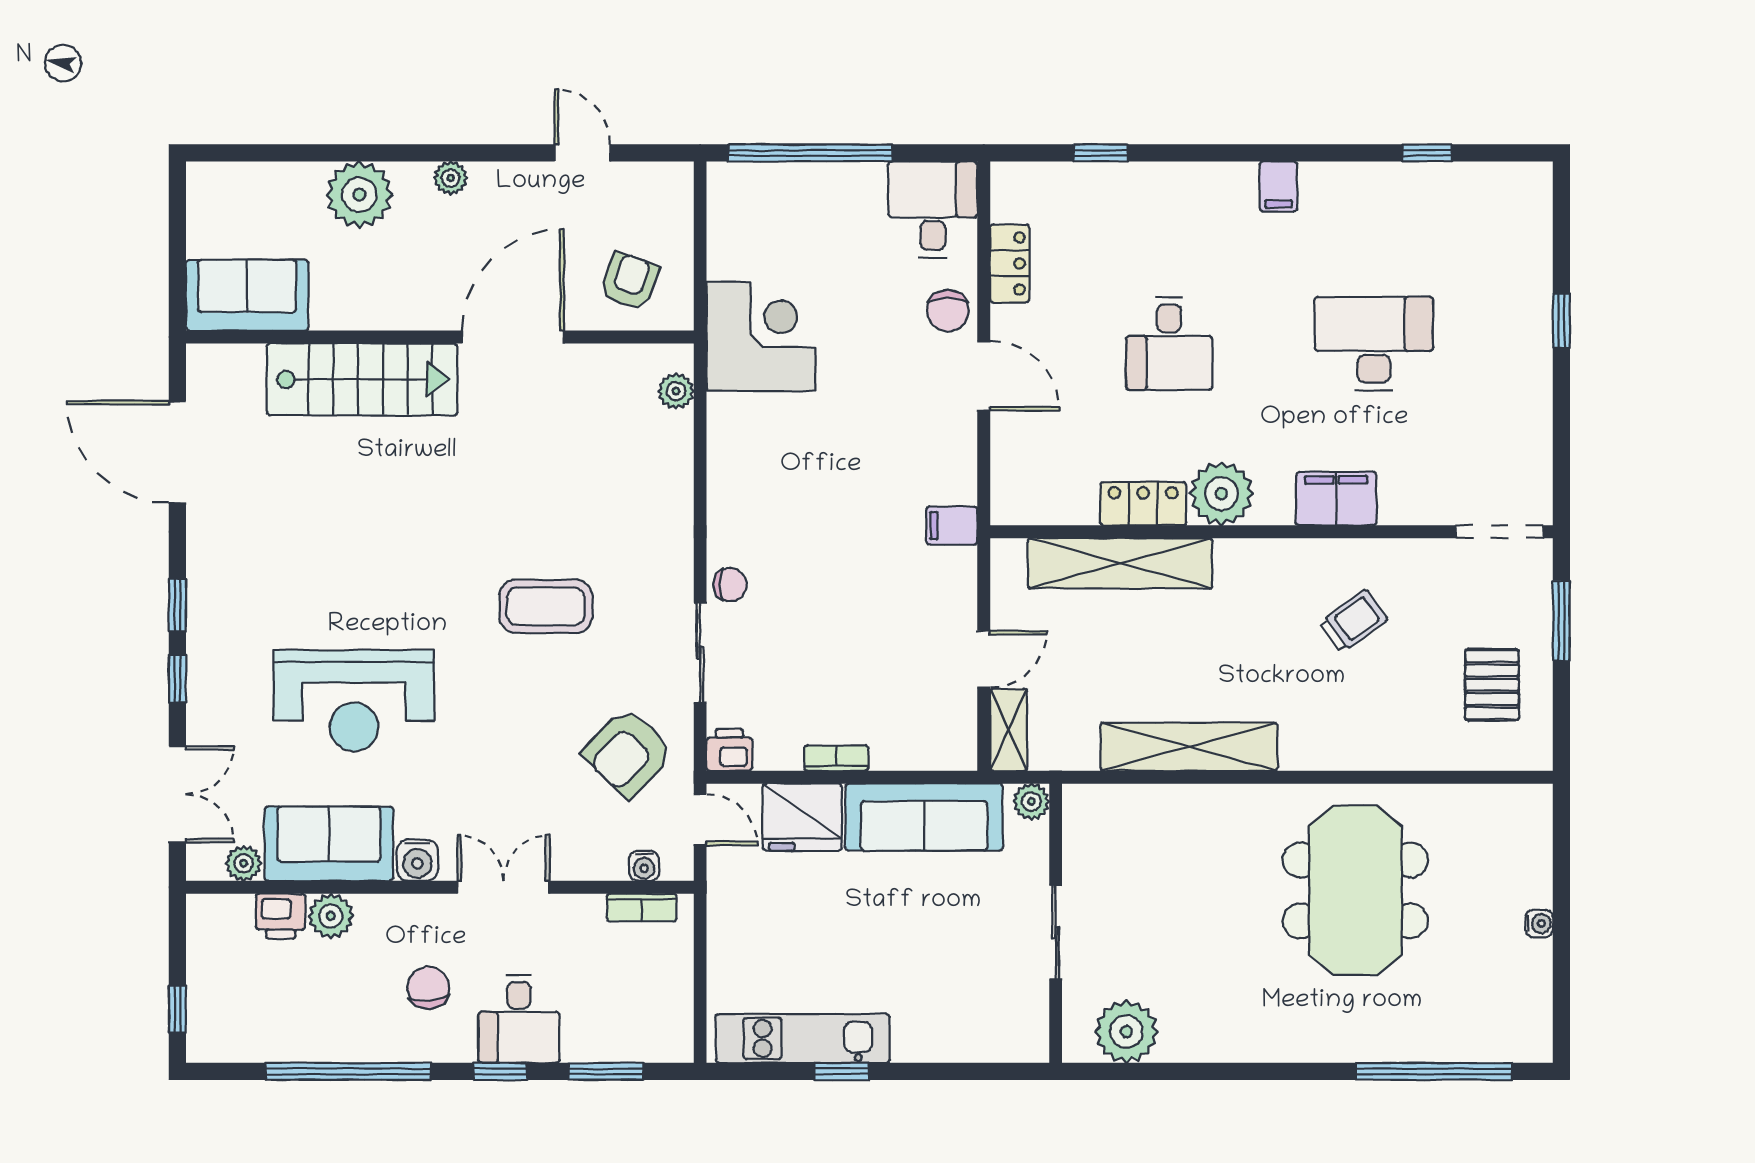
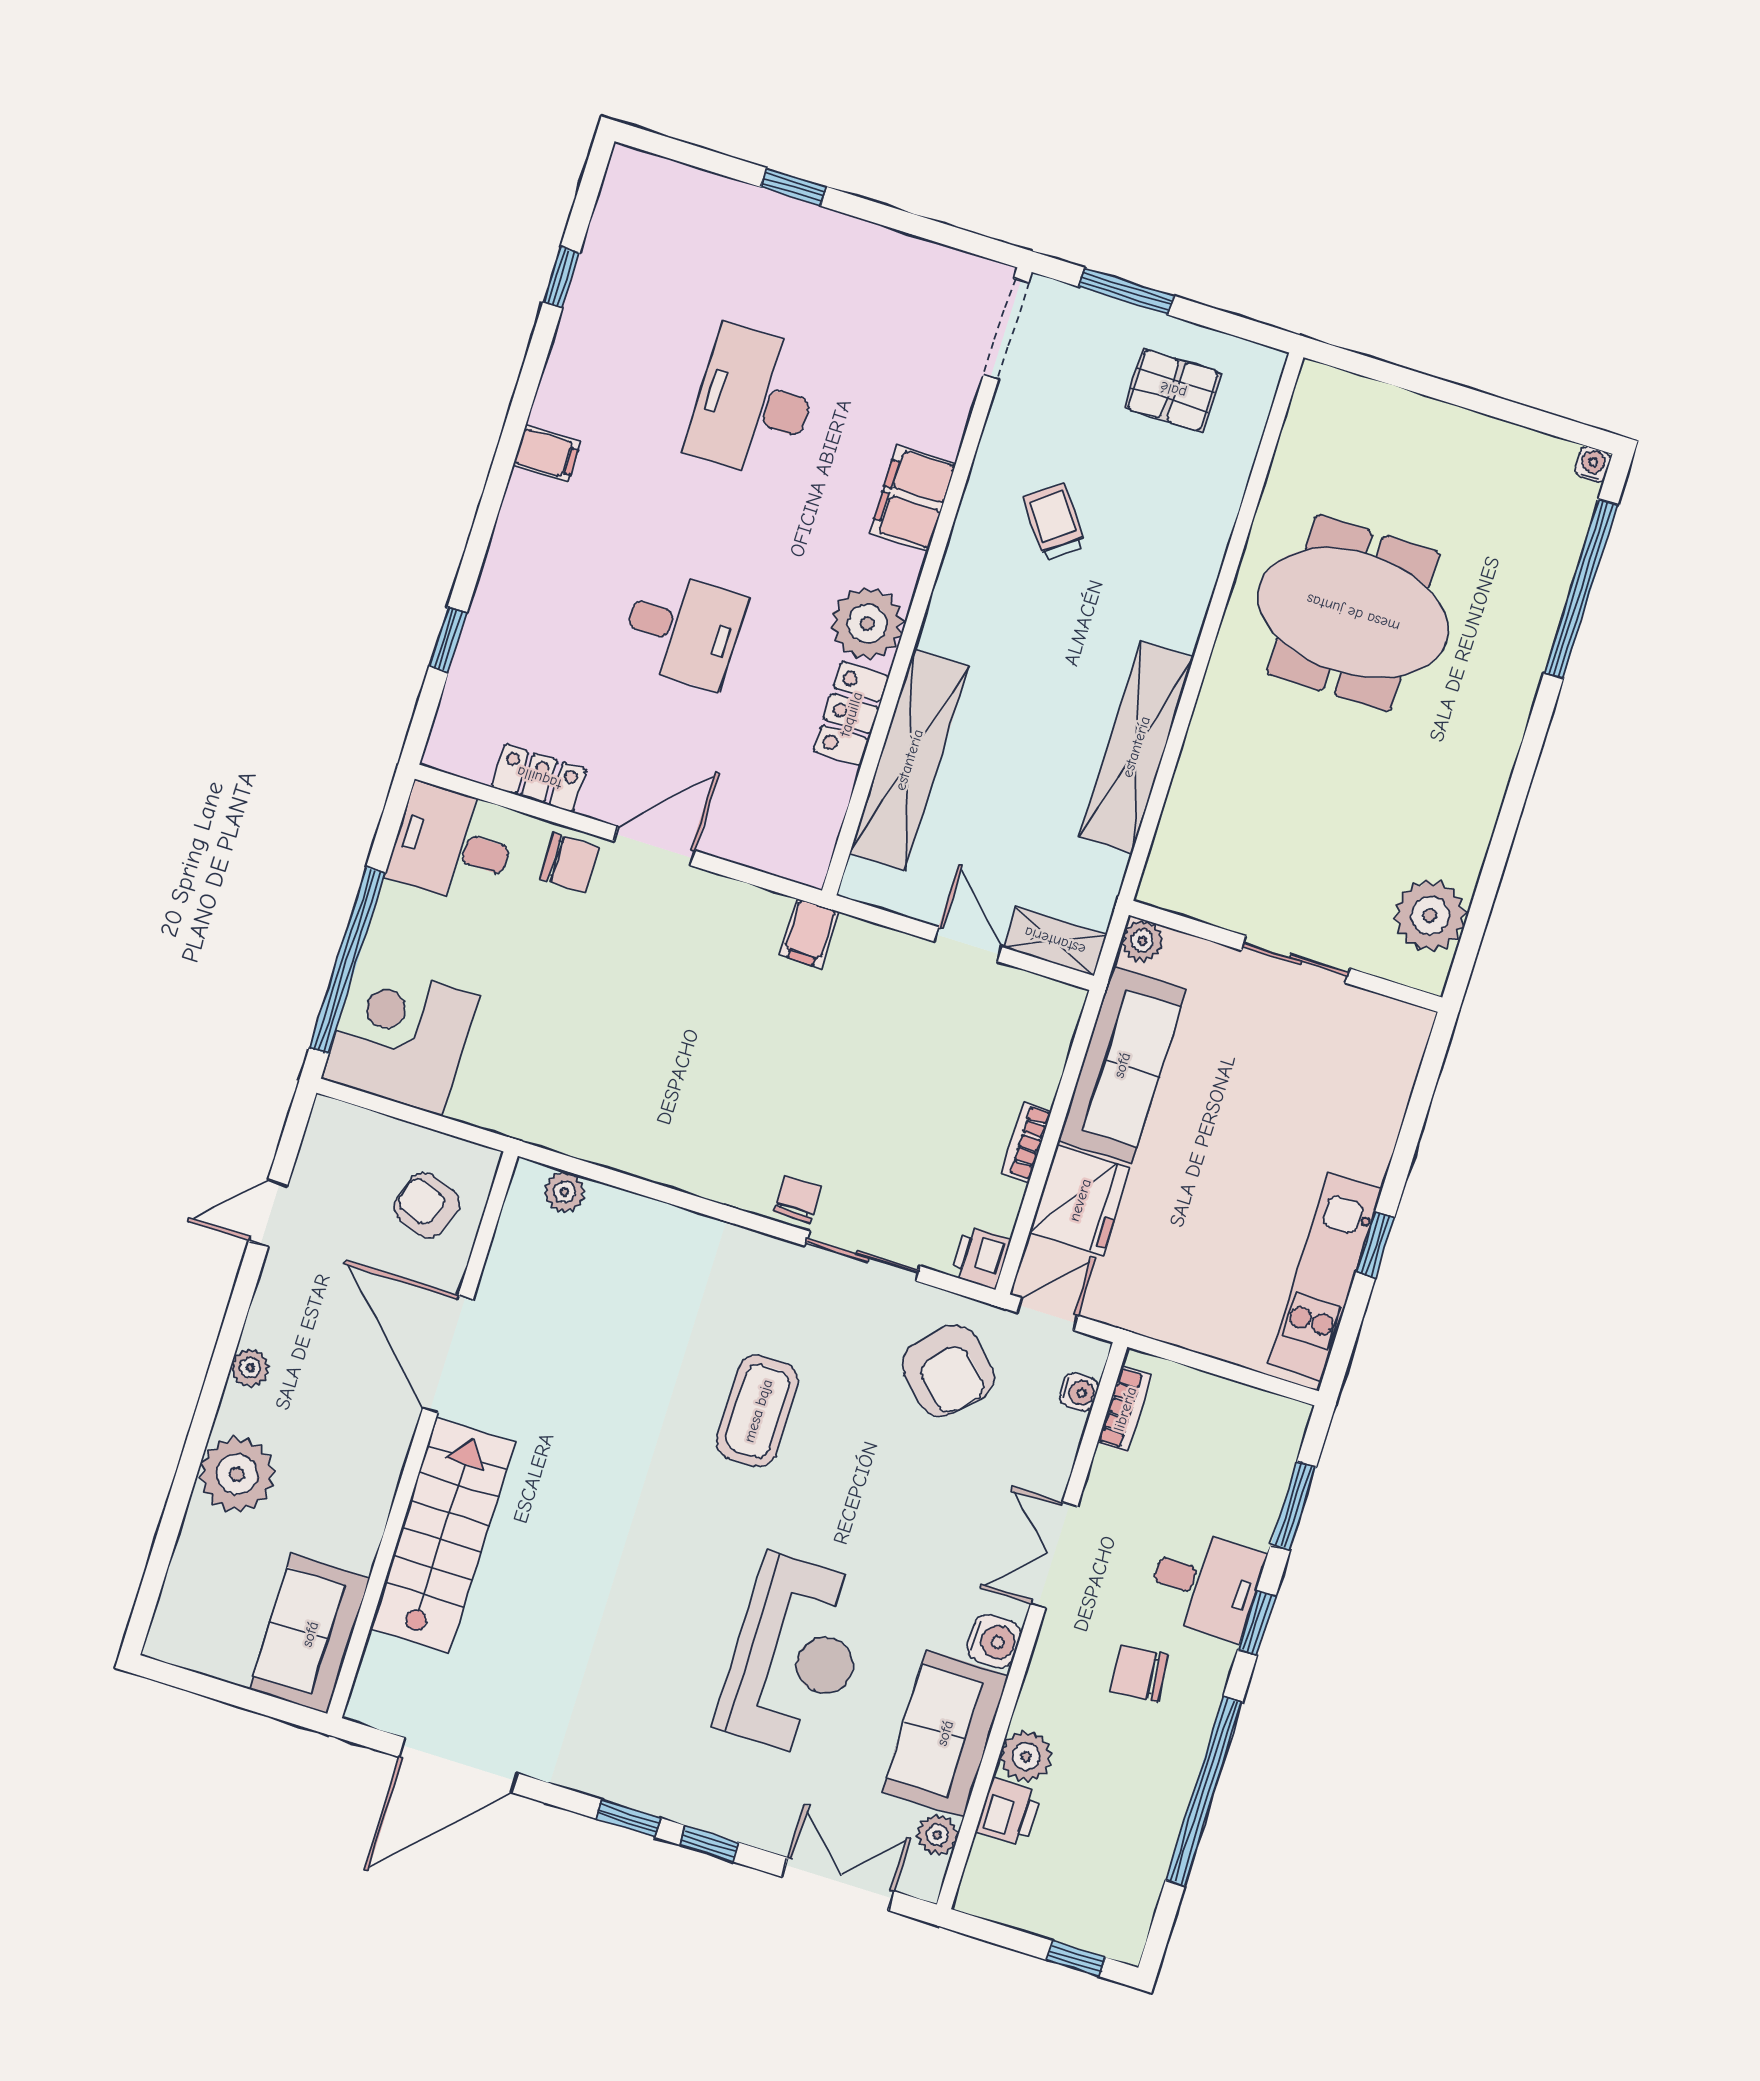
corner desk: (761, 336) -> (401, 1037), moved
water cooler: (1539, 924) -> (1593, 464), moved

